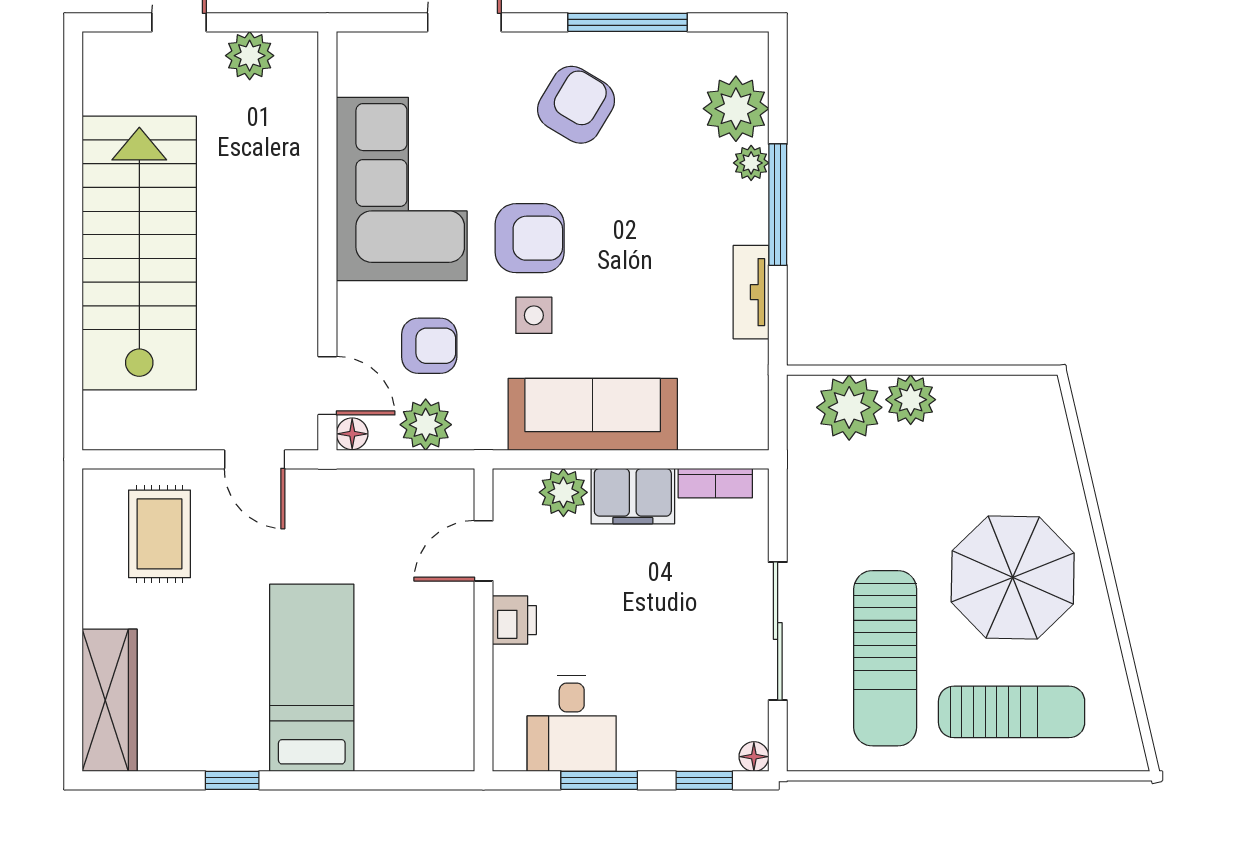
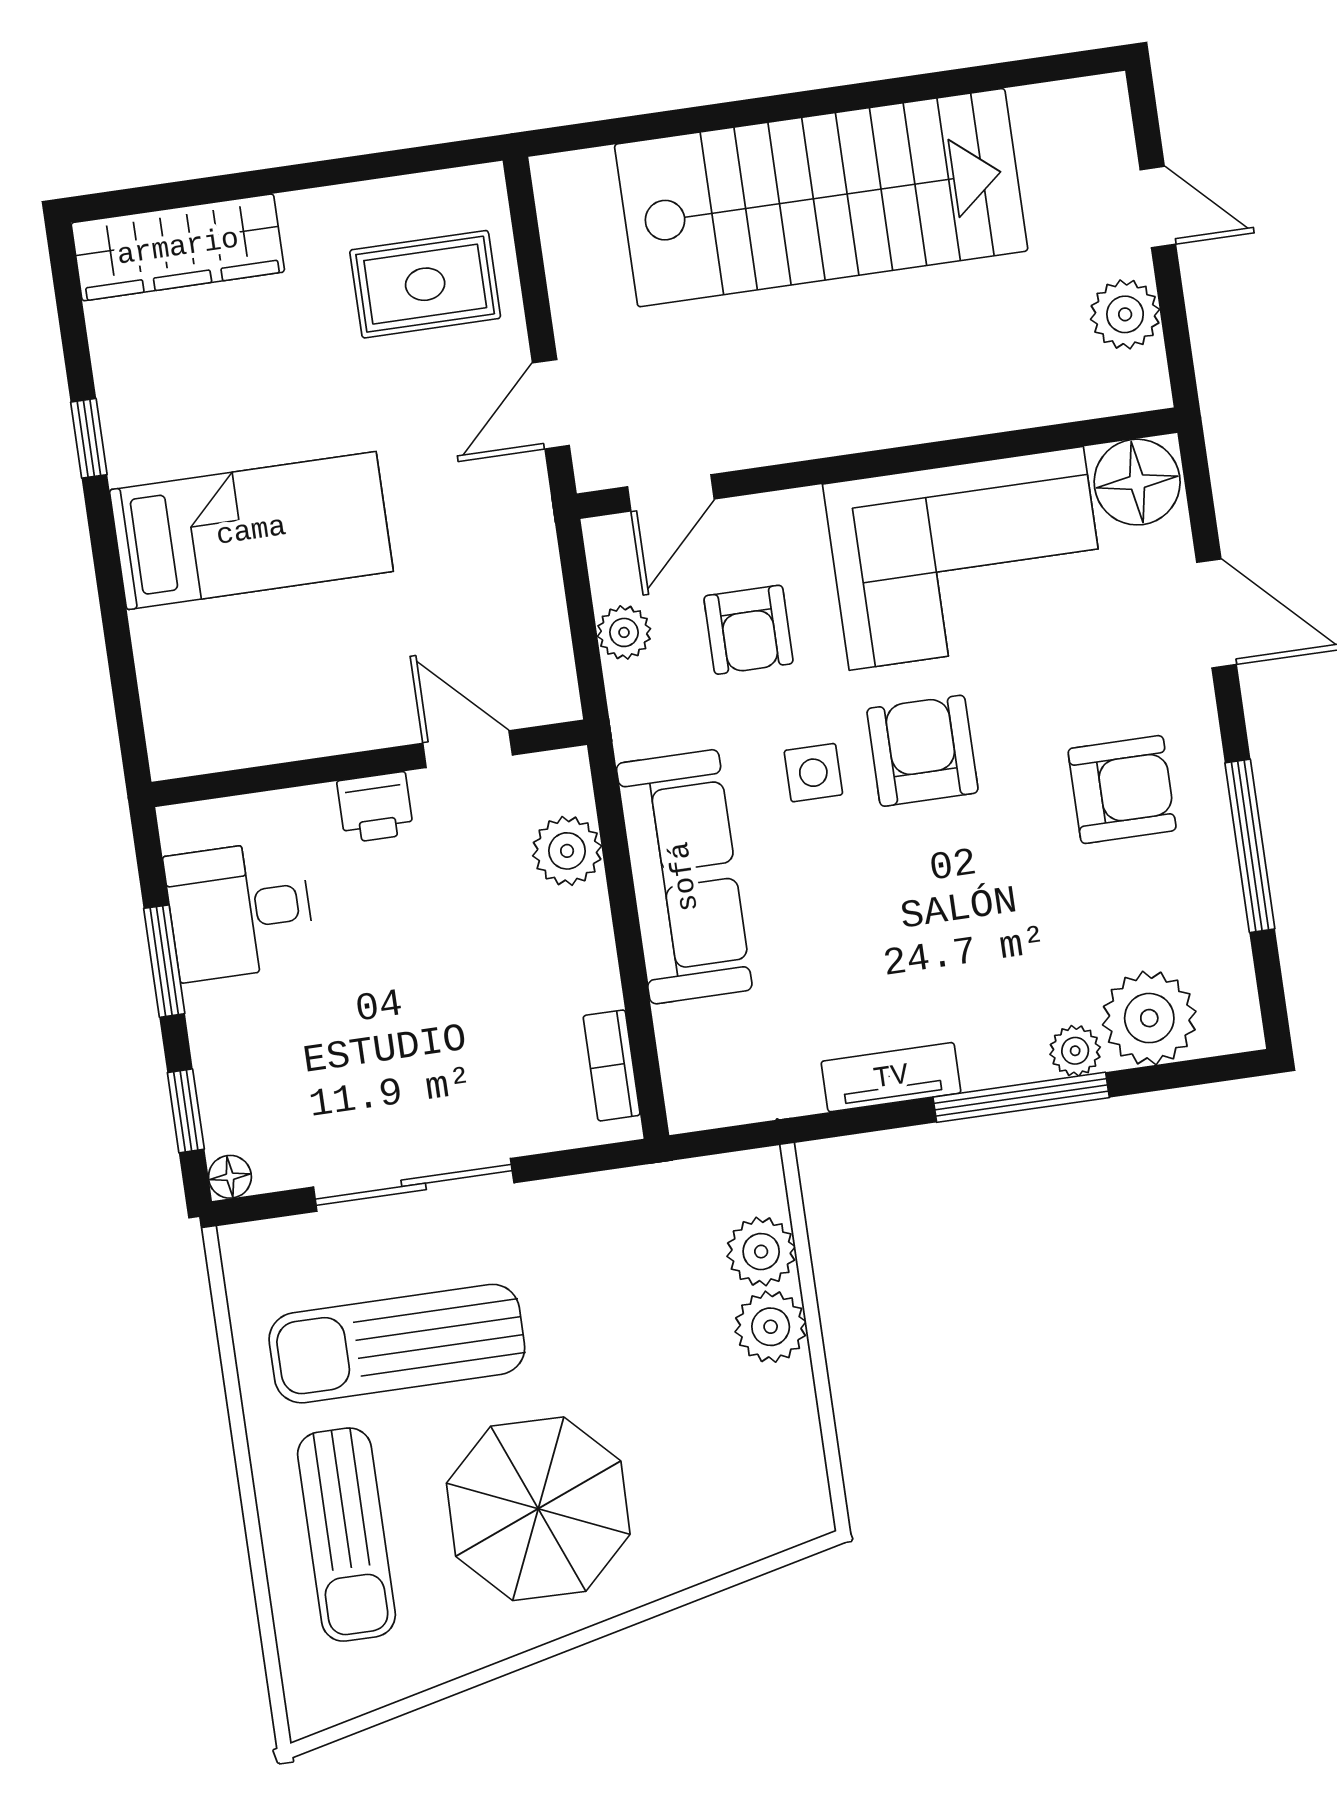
armchair: (576, 105) -> (1122, 790), turned -31
armchair: (530, 238) -> (922, 751), turned 180
plant: (849, 407) -> (761, 1252), width x0.73, depth x0.73
plant: (426, 425) -> (624, 632), width x0.73, depth x0.73
floor lamp: (352, 434) -> (1137, 482), moved, width x1.89, depth x1.89
filing cabinet: (633, 496) -> (576, 951), removed

